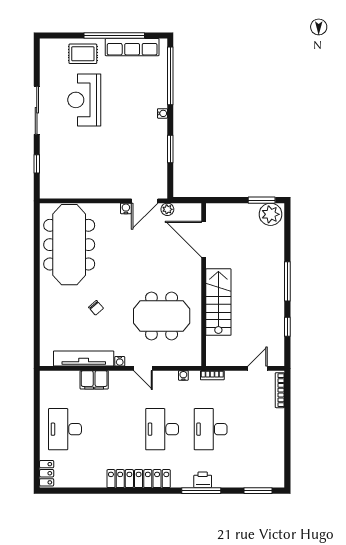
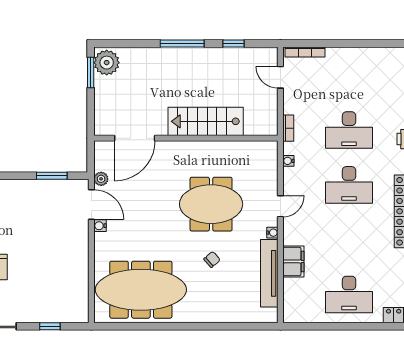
window: (170, 149) -> (52, 176), moved
meeting table: (162, 316) -> (211, 204), moved, turned 90

